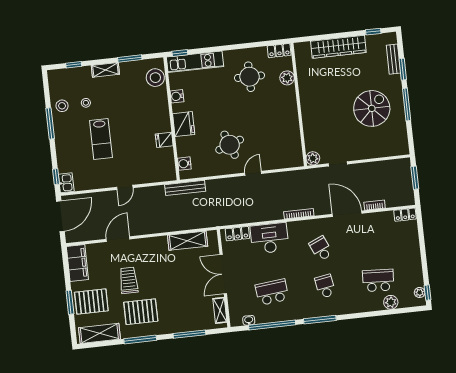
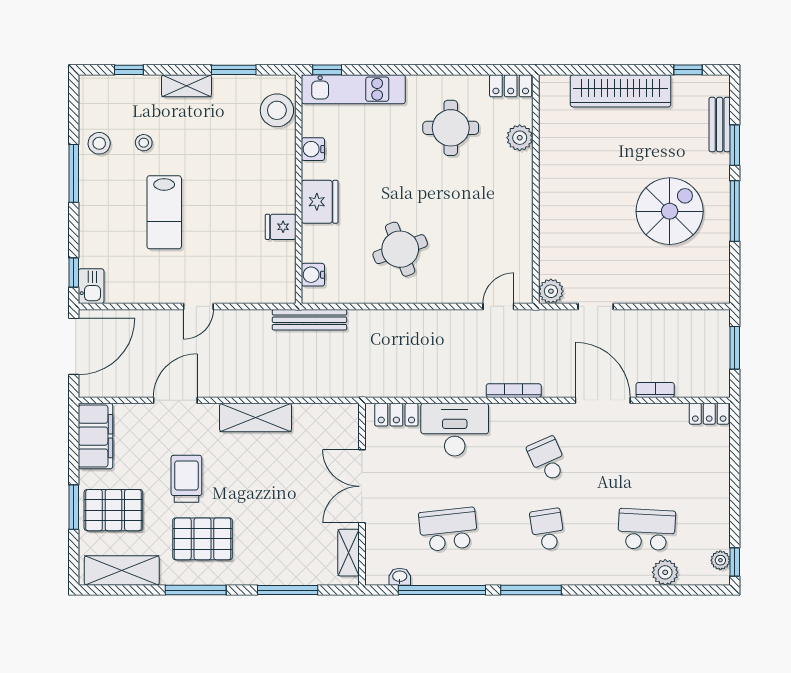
door: (253, 173) -> (498, 306), moved
shelving: (188, 241) -> (256, 418), moved

